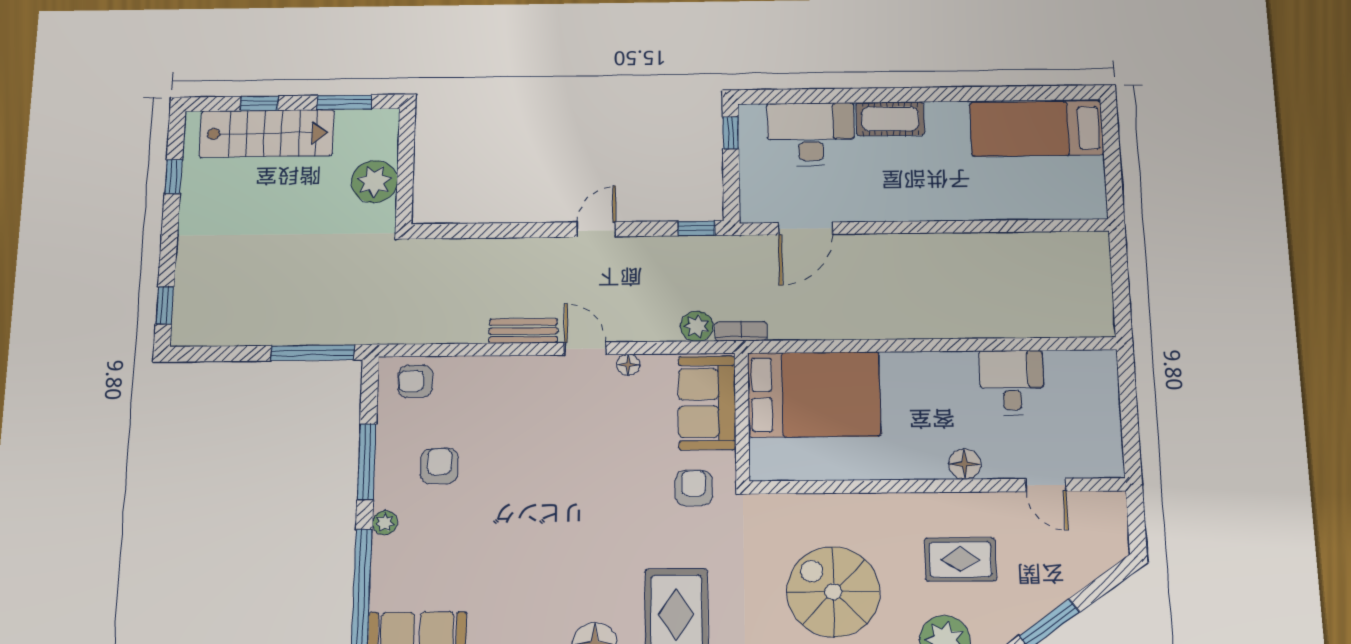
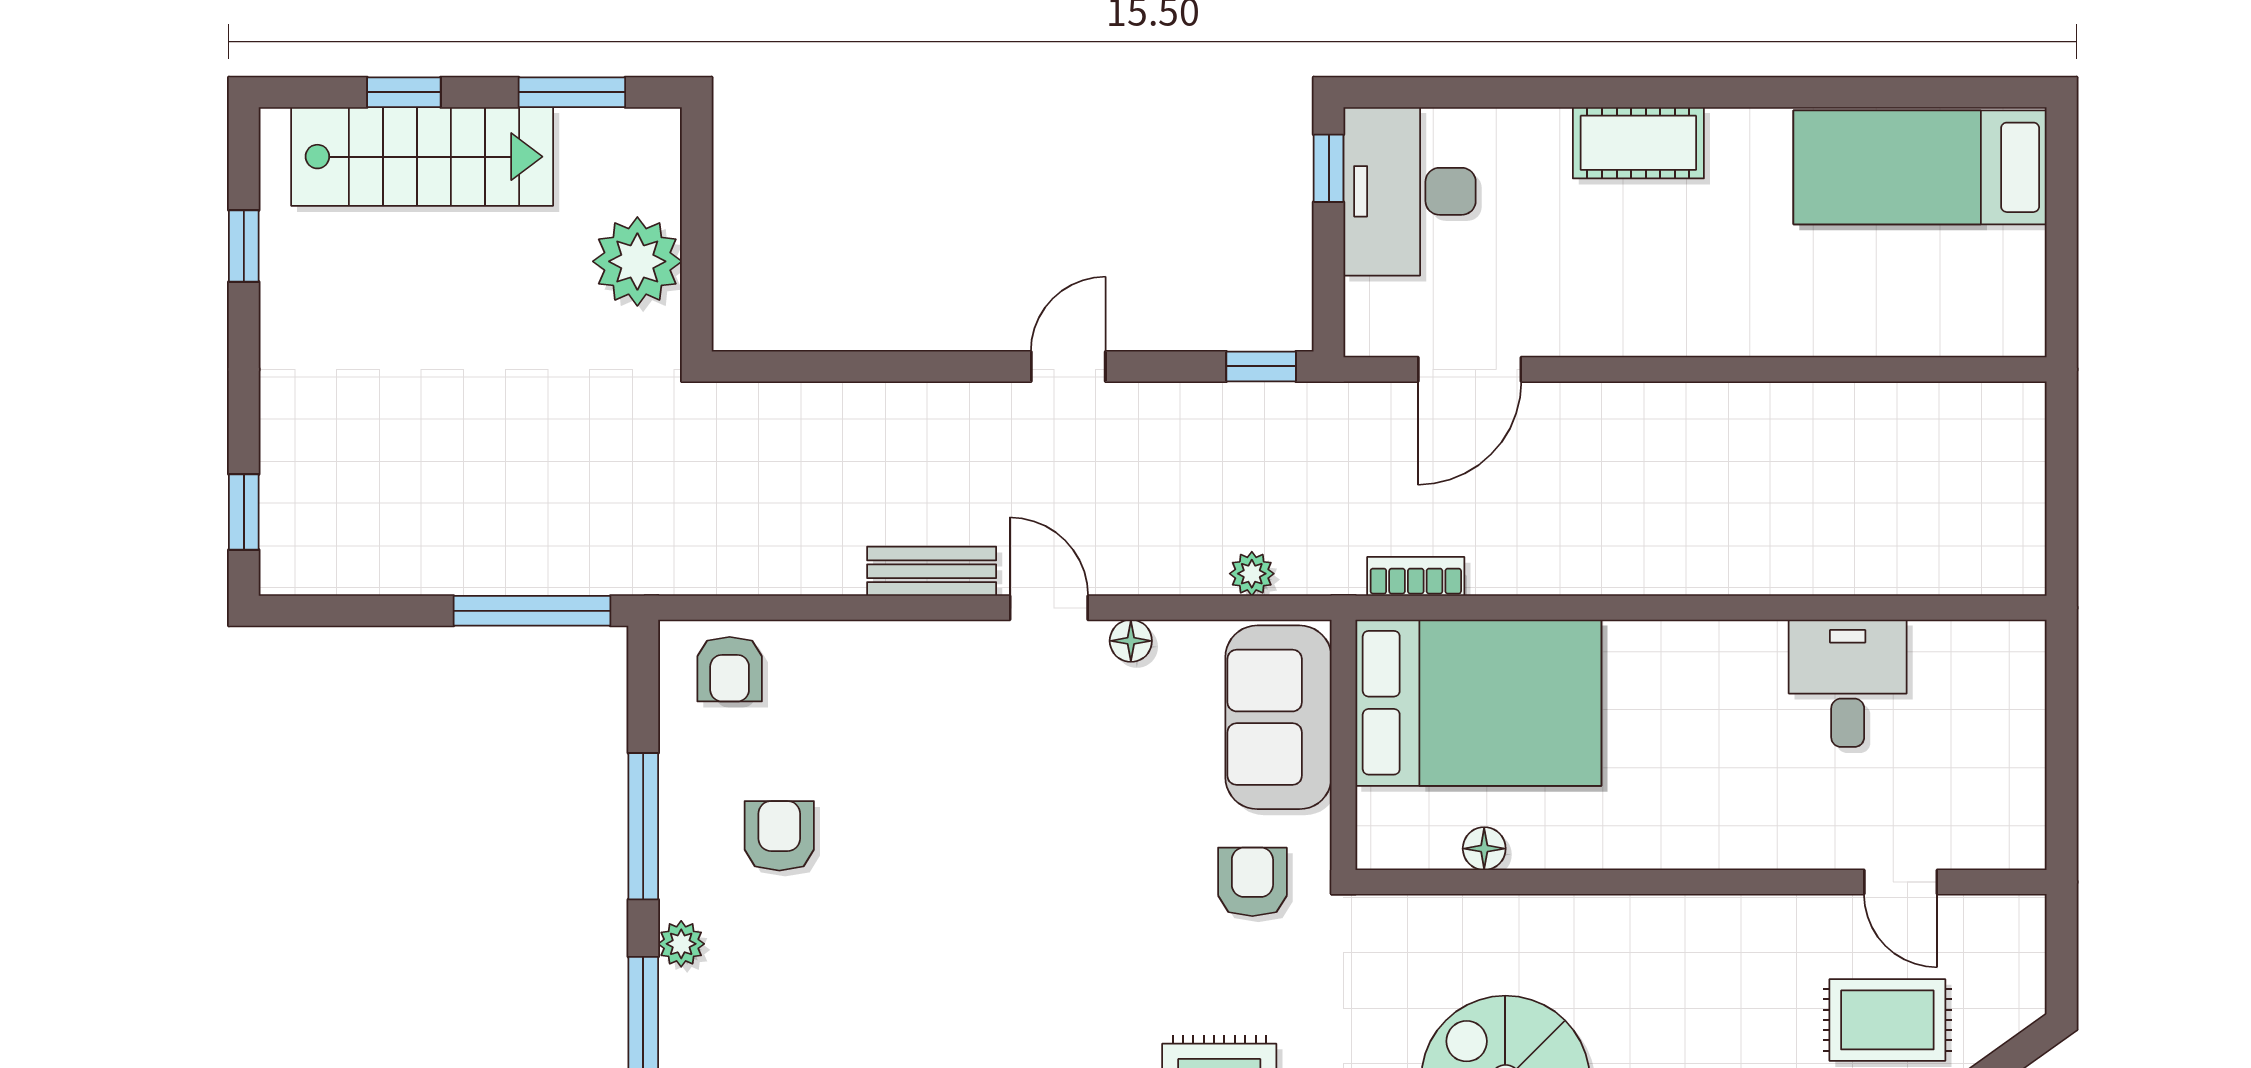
desk: (811, 134) -> (1410, 191), moved, turned -90
plant: (697, 326) -> (1252, 574), width x0.73, depth x0.73
bookcase: (741, 331) -> (1416, 576), moved
armchair: (415, 381) -> (730, 669), turned -90
floor lamp: (965, 464) -> (1484, 849), moved, width x0.73, depth x0.73
rug: (960, 560) -> (1887, 1020), moved

